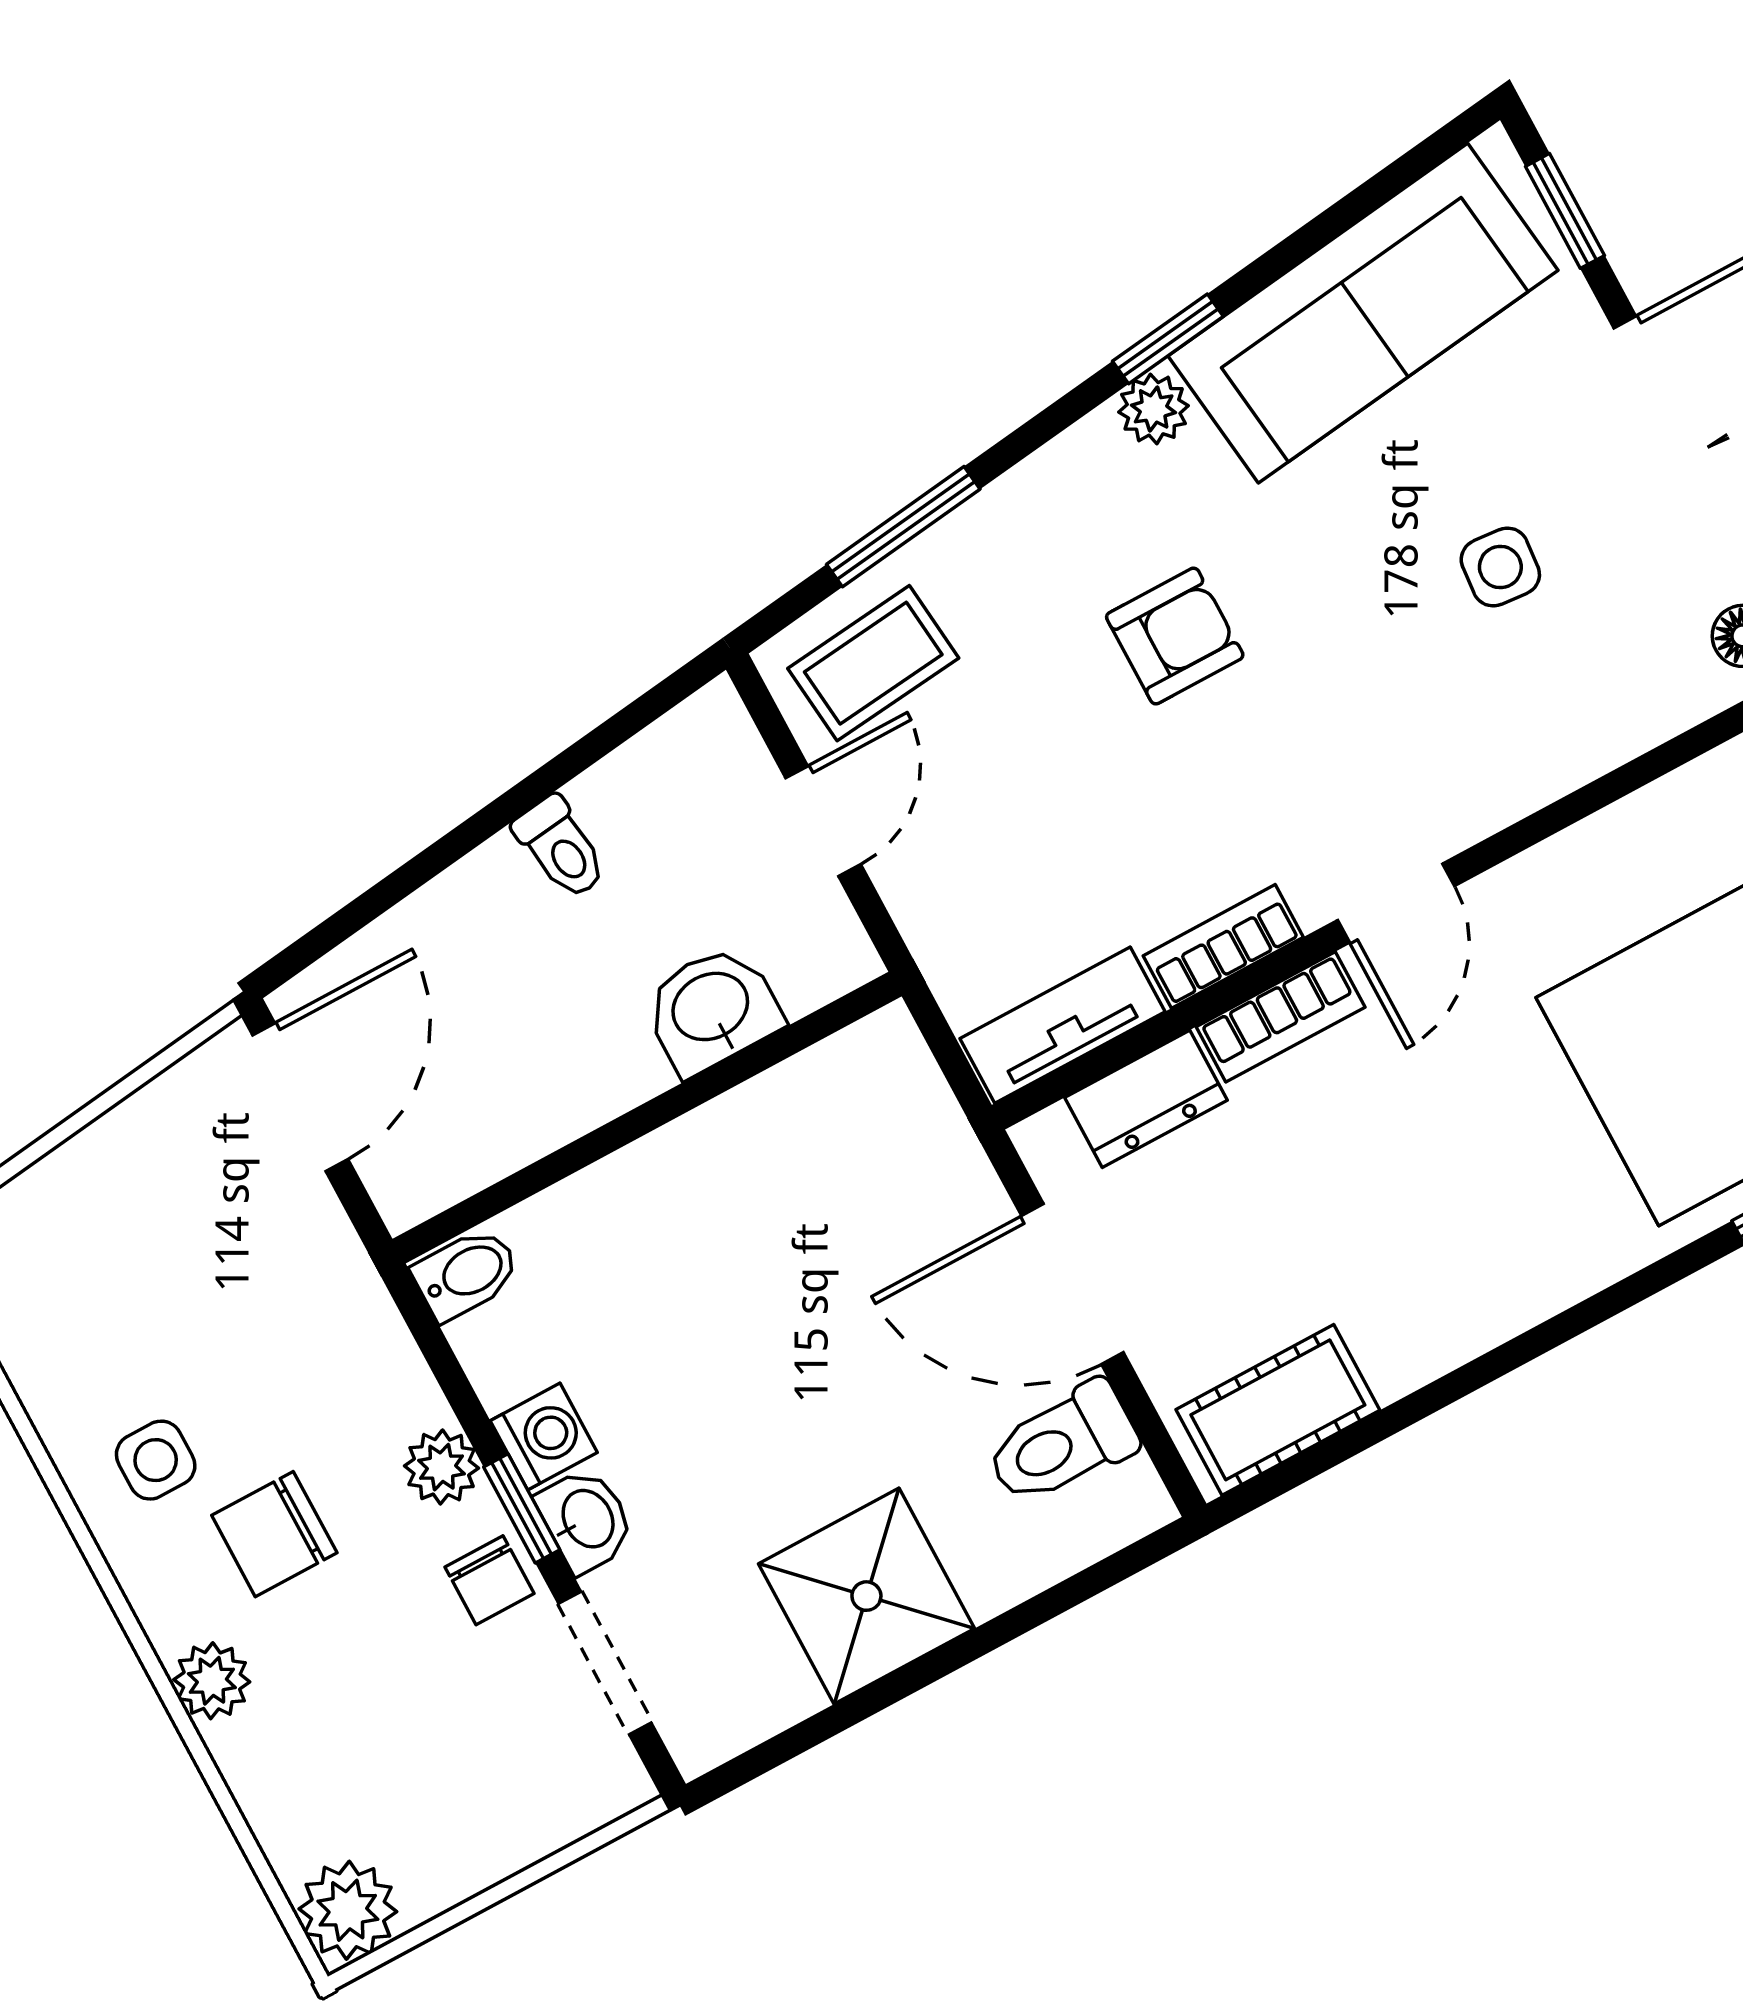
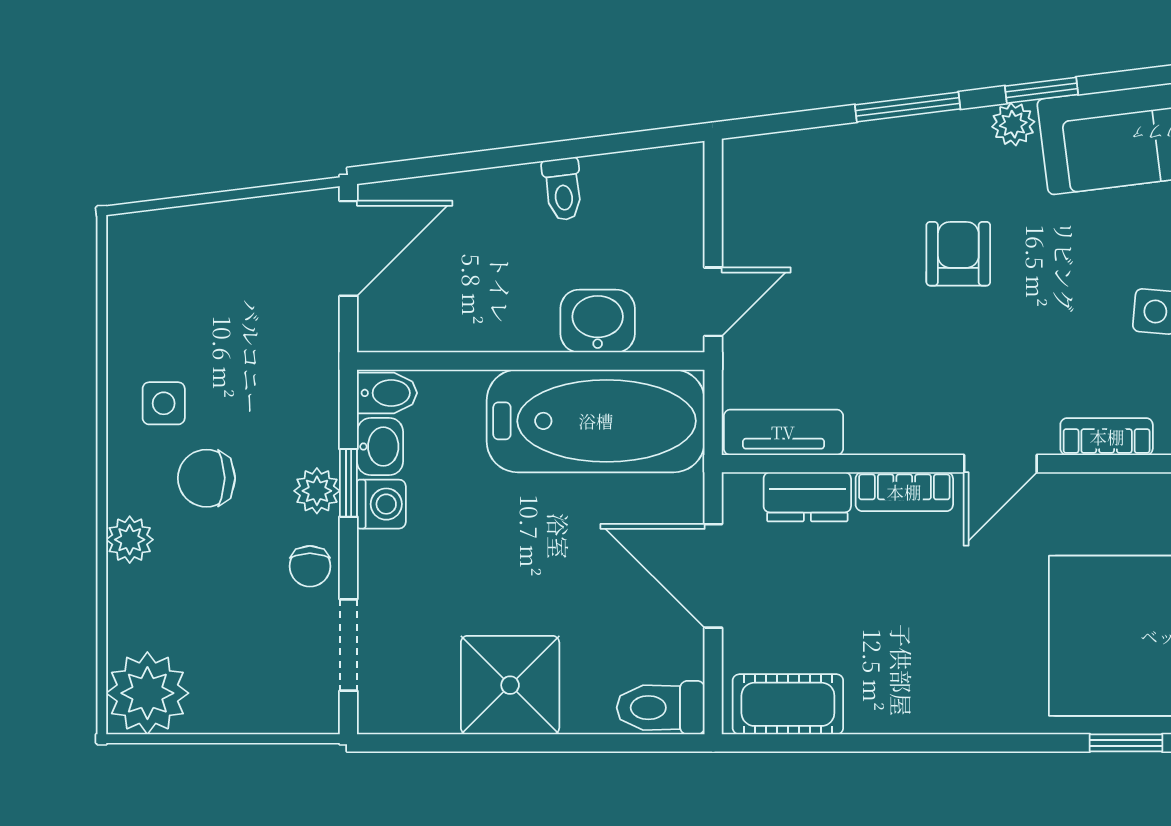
window: (903, 527) -> (908, 107), moved
armchair: (1175, 636) -> (958, 254), turned -90
coffee table: (873, 663) -> (787, 180), removed
door: (823, 821) -> (713, 302), moved
bookcase: (1223, 946) -> (1107, 437), moved
bathtub: (786, 1153) -> (596, 421), added
toilet: (1062, 1444) -> (661, 708), moved
window: (522, 1508) -> (348, 483), moved
washbasin: (586, 1520) -> (380, 447), moved
plant: (348, 1910) -> (147, 693), width x1.36, depth x1.36

